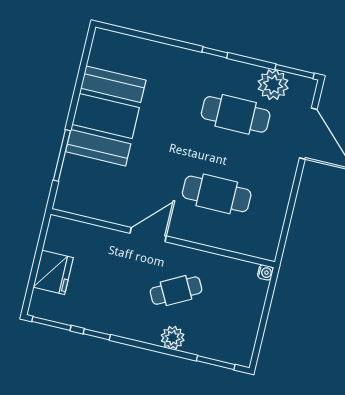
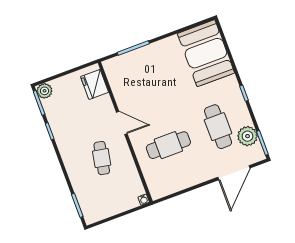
booth: (106, 116) -> (206, 53), moved, turned 90
cafe table: (217, 194) -> (168, 145), turned 90
fridge: (53, 272) -> (95, 84), moved, turned 90
cafe table: (176, 291) -> (102, 158), turned 39
plant: (173, 338) -> (44, 91), moved

